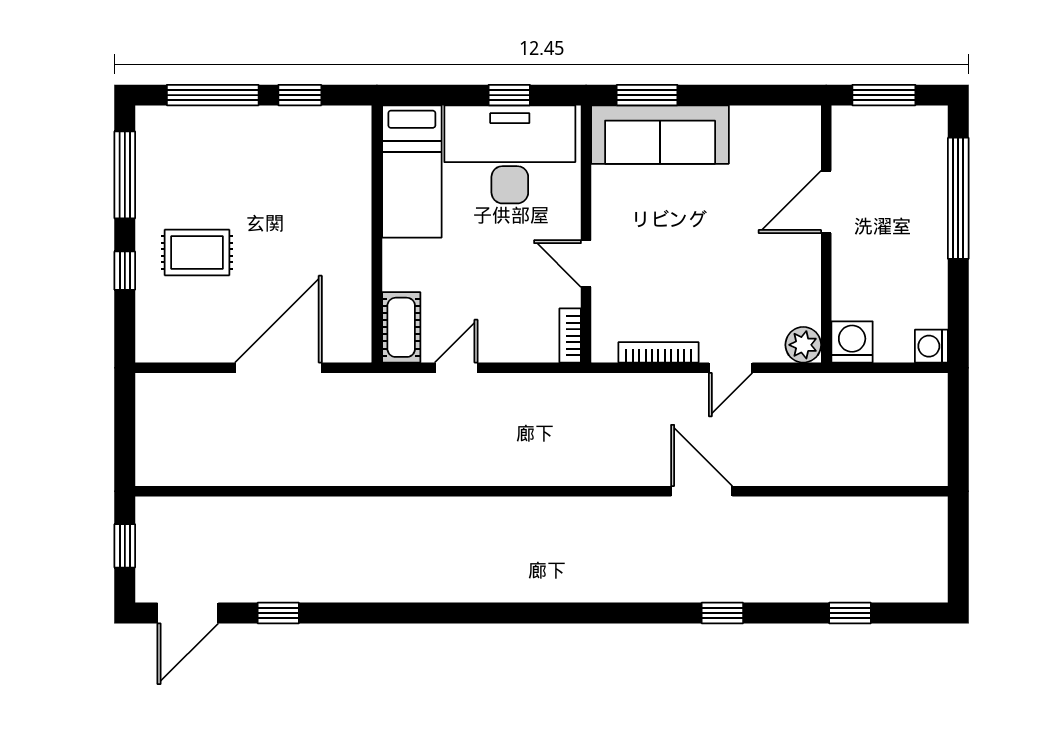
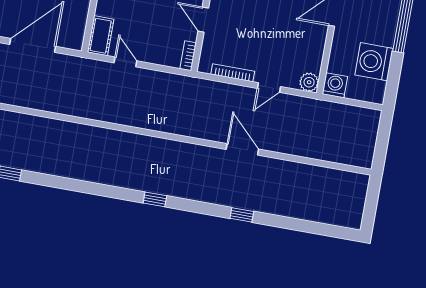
washing machine: (931, 346) -> (374, 62), moved, width x1.89, depth x1.89
door: (456, 368) -> (125, 62), hinge flipped
window: (850, 613) -> (155, 199), moved

